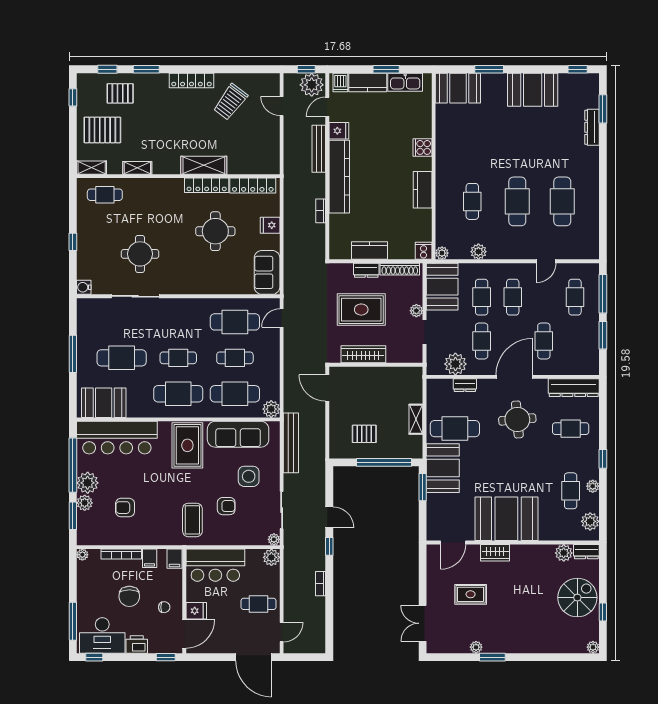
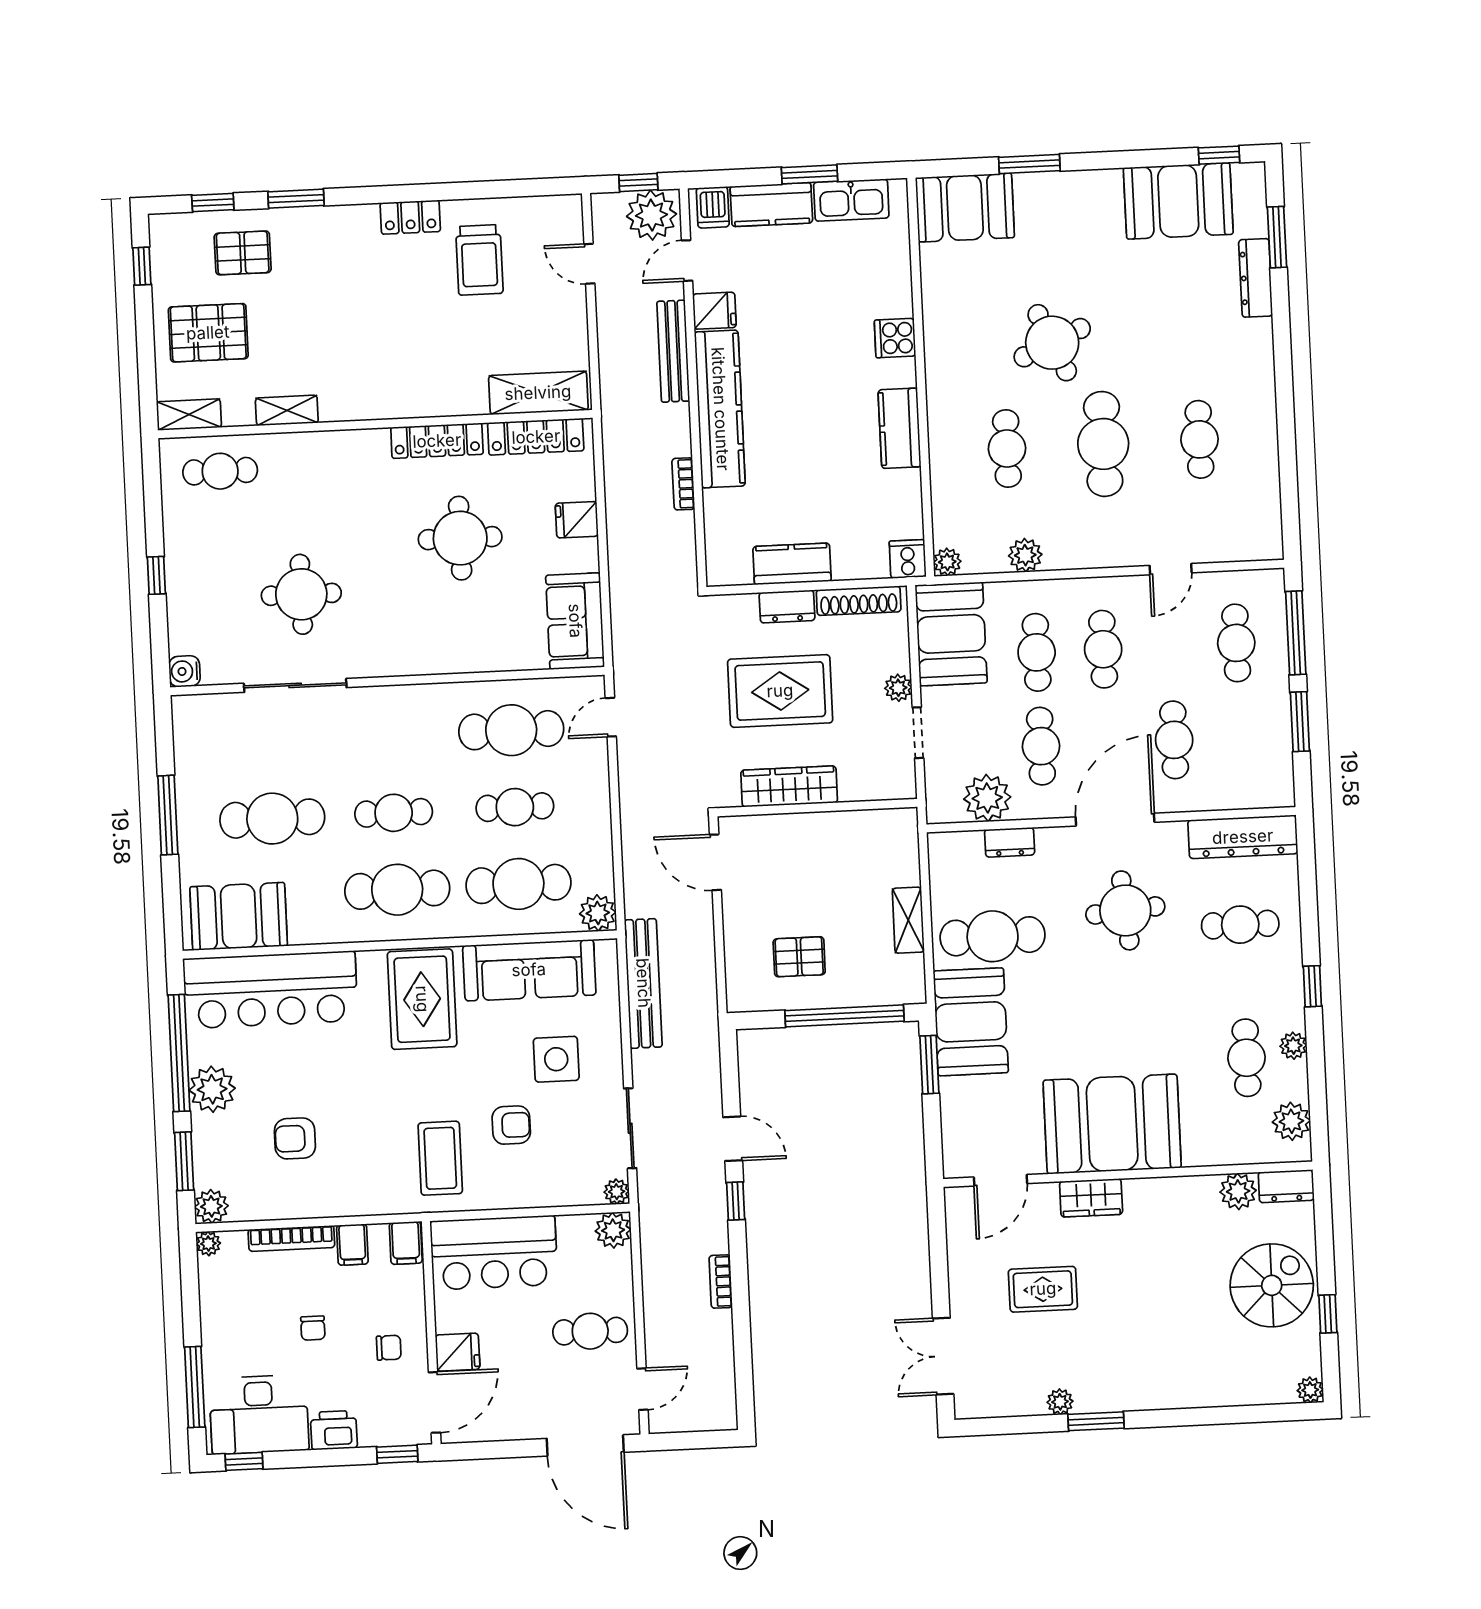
locker: (191, 80) -> (410, 217), width x0.66
booth: (533, 90) -> (1178, 201), moved
trolley: (230, 102) -> (479, 260), turned -37
round table: (496, 153) -> (1052, 343), added
shelving: (204, 165) -> (538, 393), moved
cafe table: (562, 201) -> (1199, 439), width x0.73, depth x0.74
plant: (85, 503) -> (211, 1206), moved
chair: (129, 596) -> (313, 1328), width x0.54, depth x0.54

